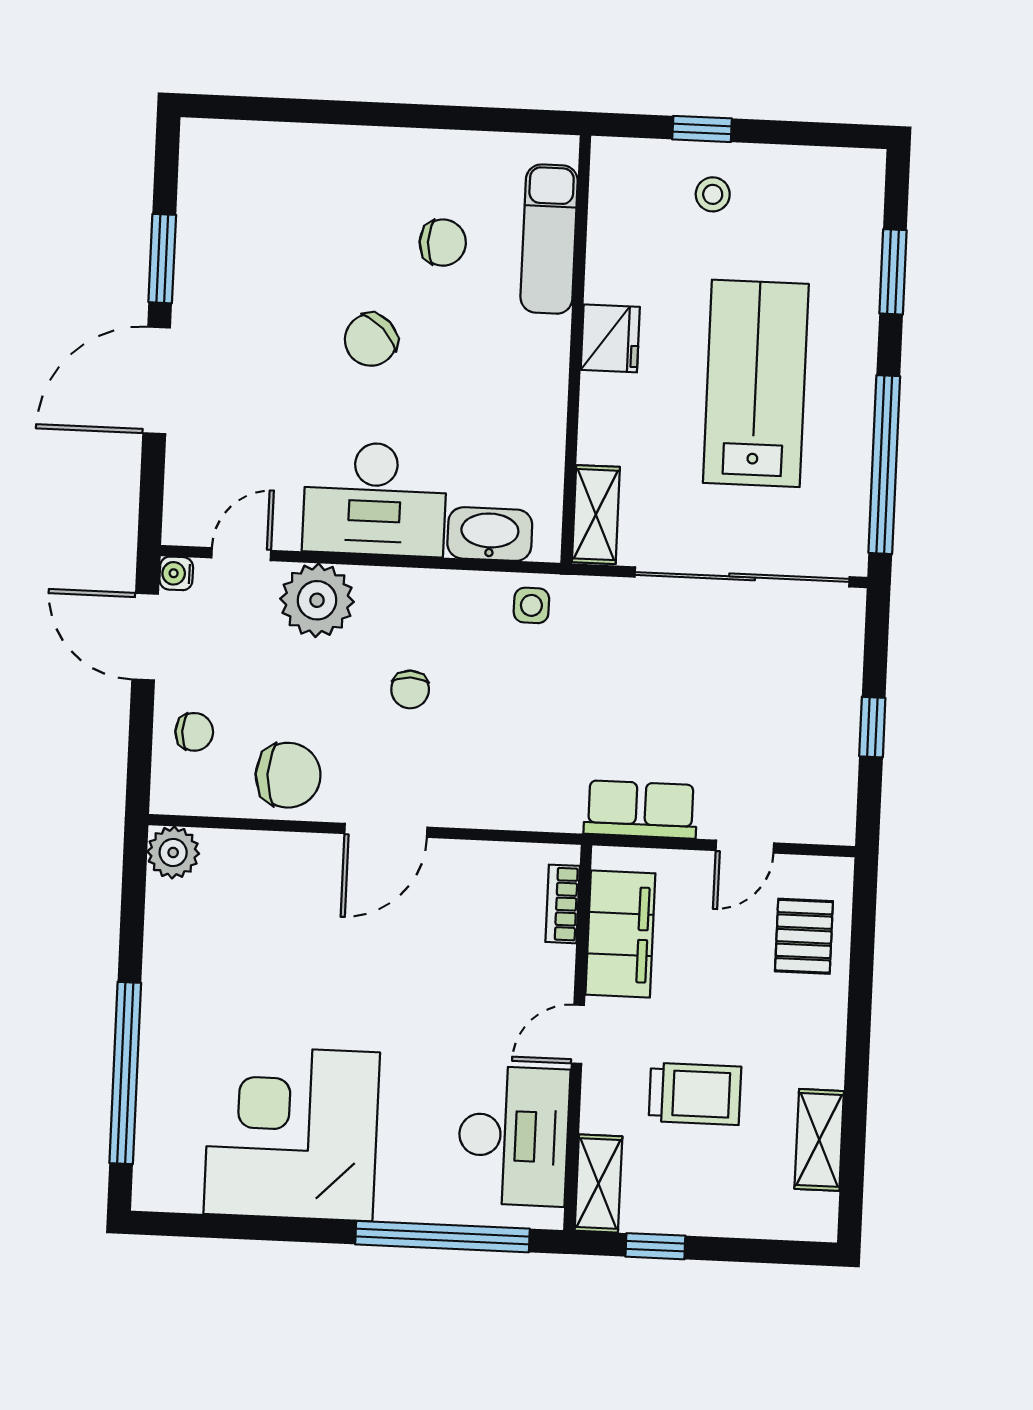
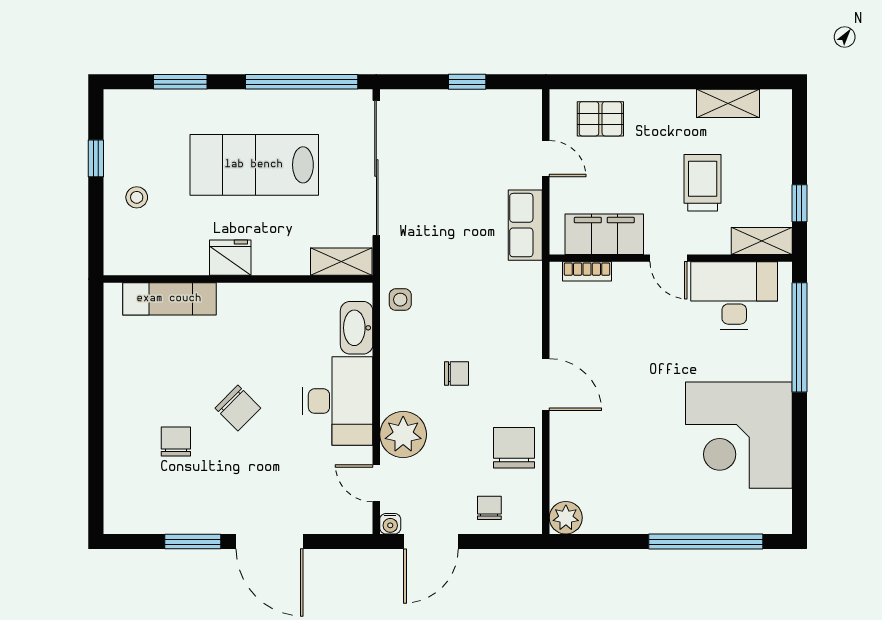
window: (702, 129) -> (96, 158), moved
chair: (443, 243) -> (176, 442), moved

